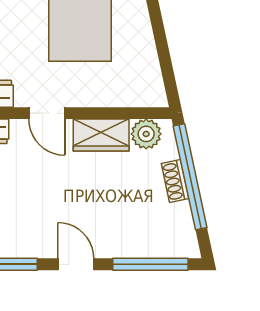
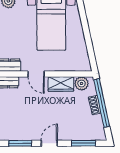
door: (76, 264) -> (49, 143), hinge flipped
window: (150, 264) -> (84, 143), width x0.69

